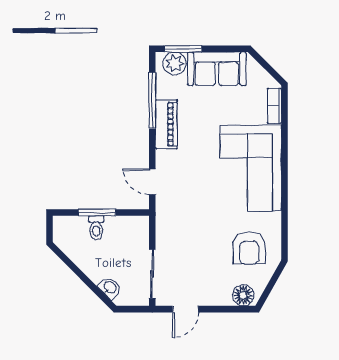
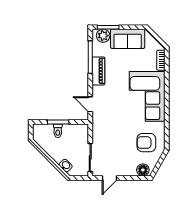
armchair: (249, 248) -> (146, 143), turned 90

